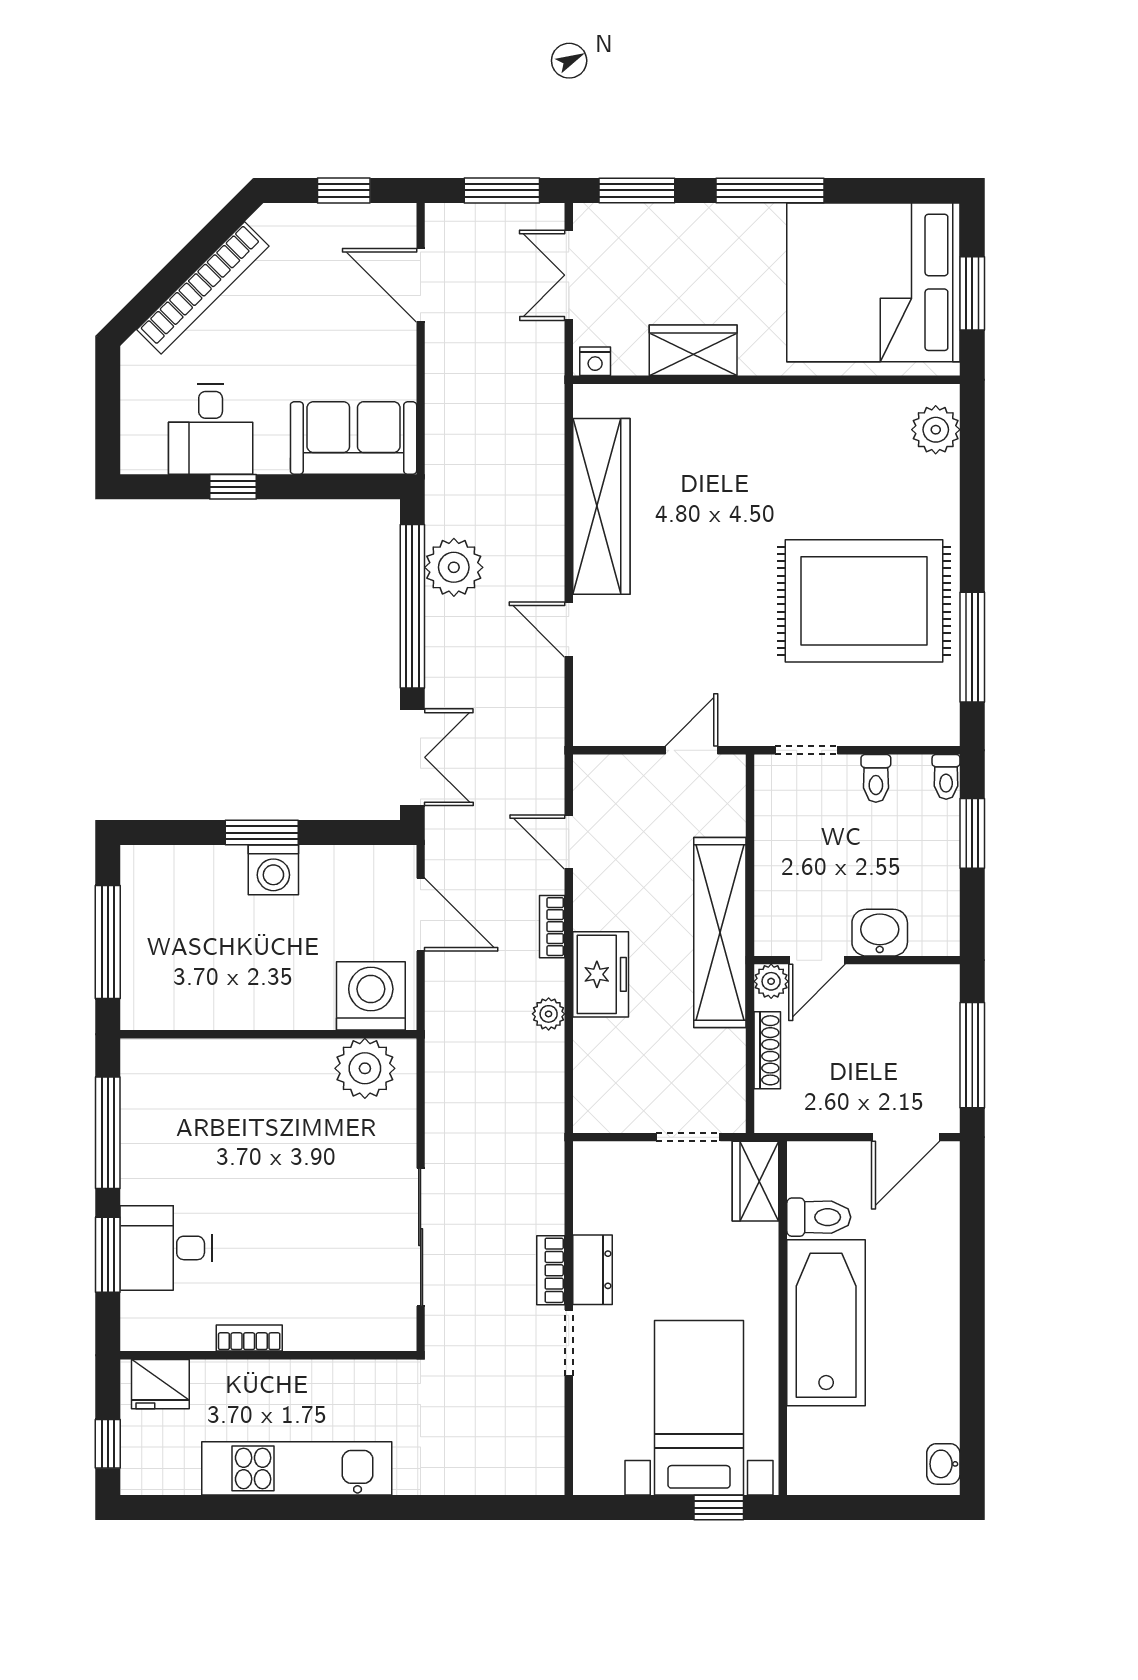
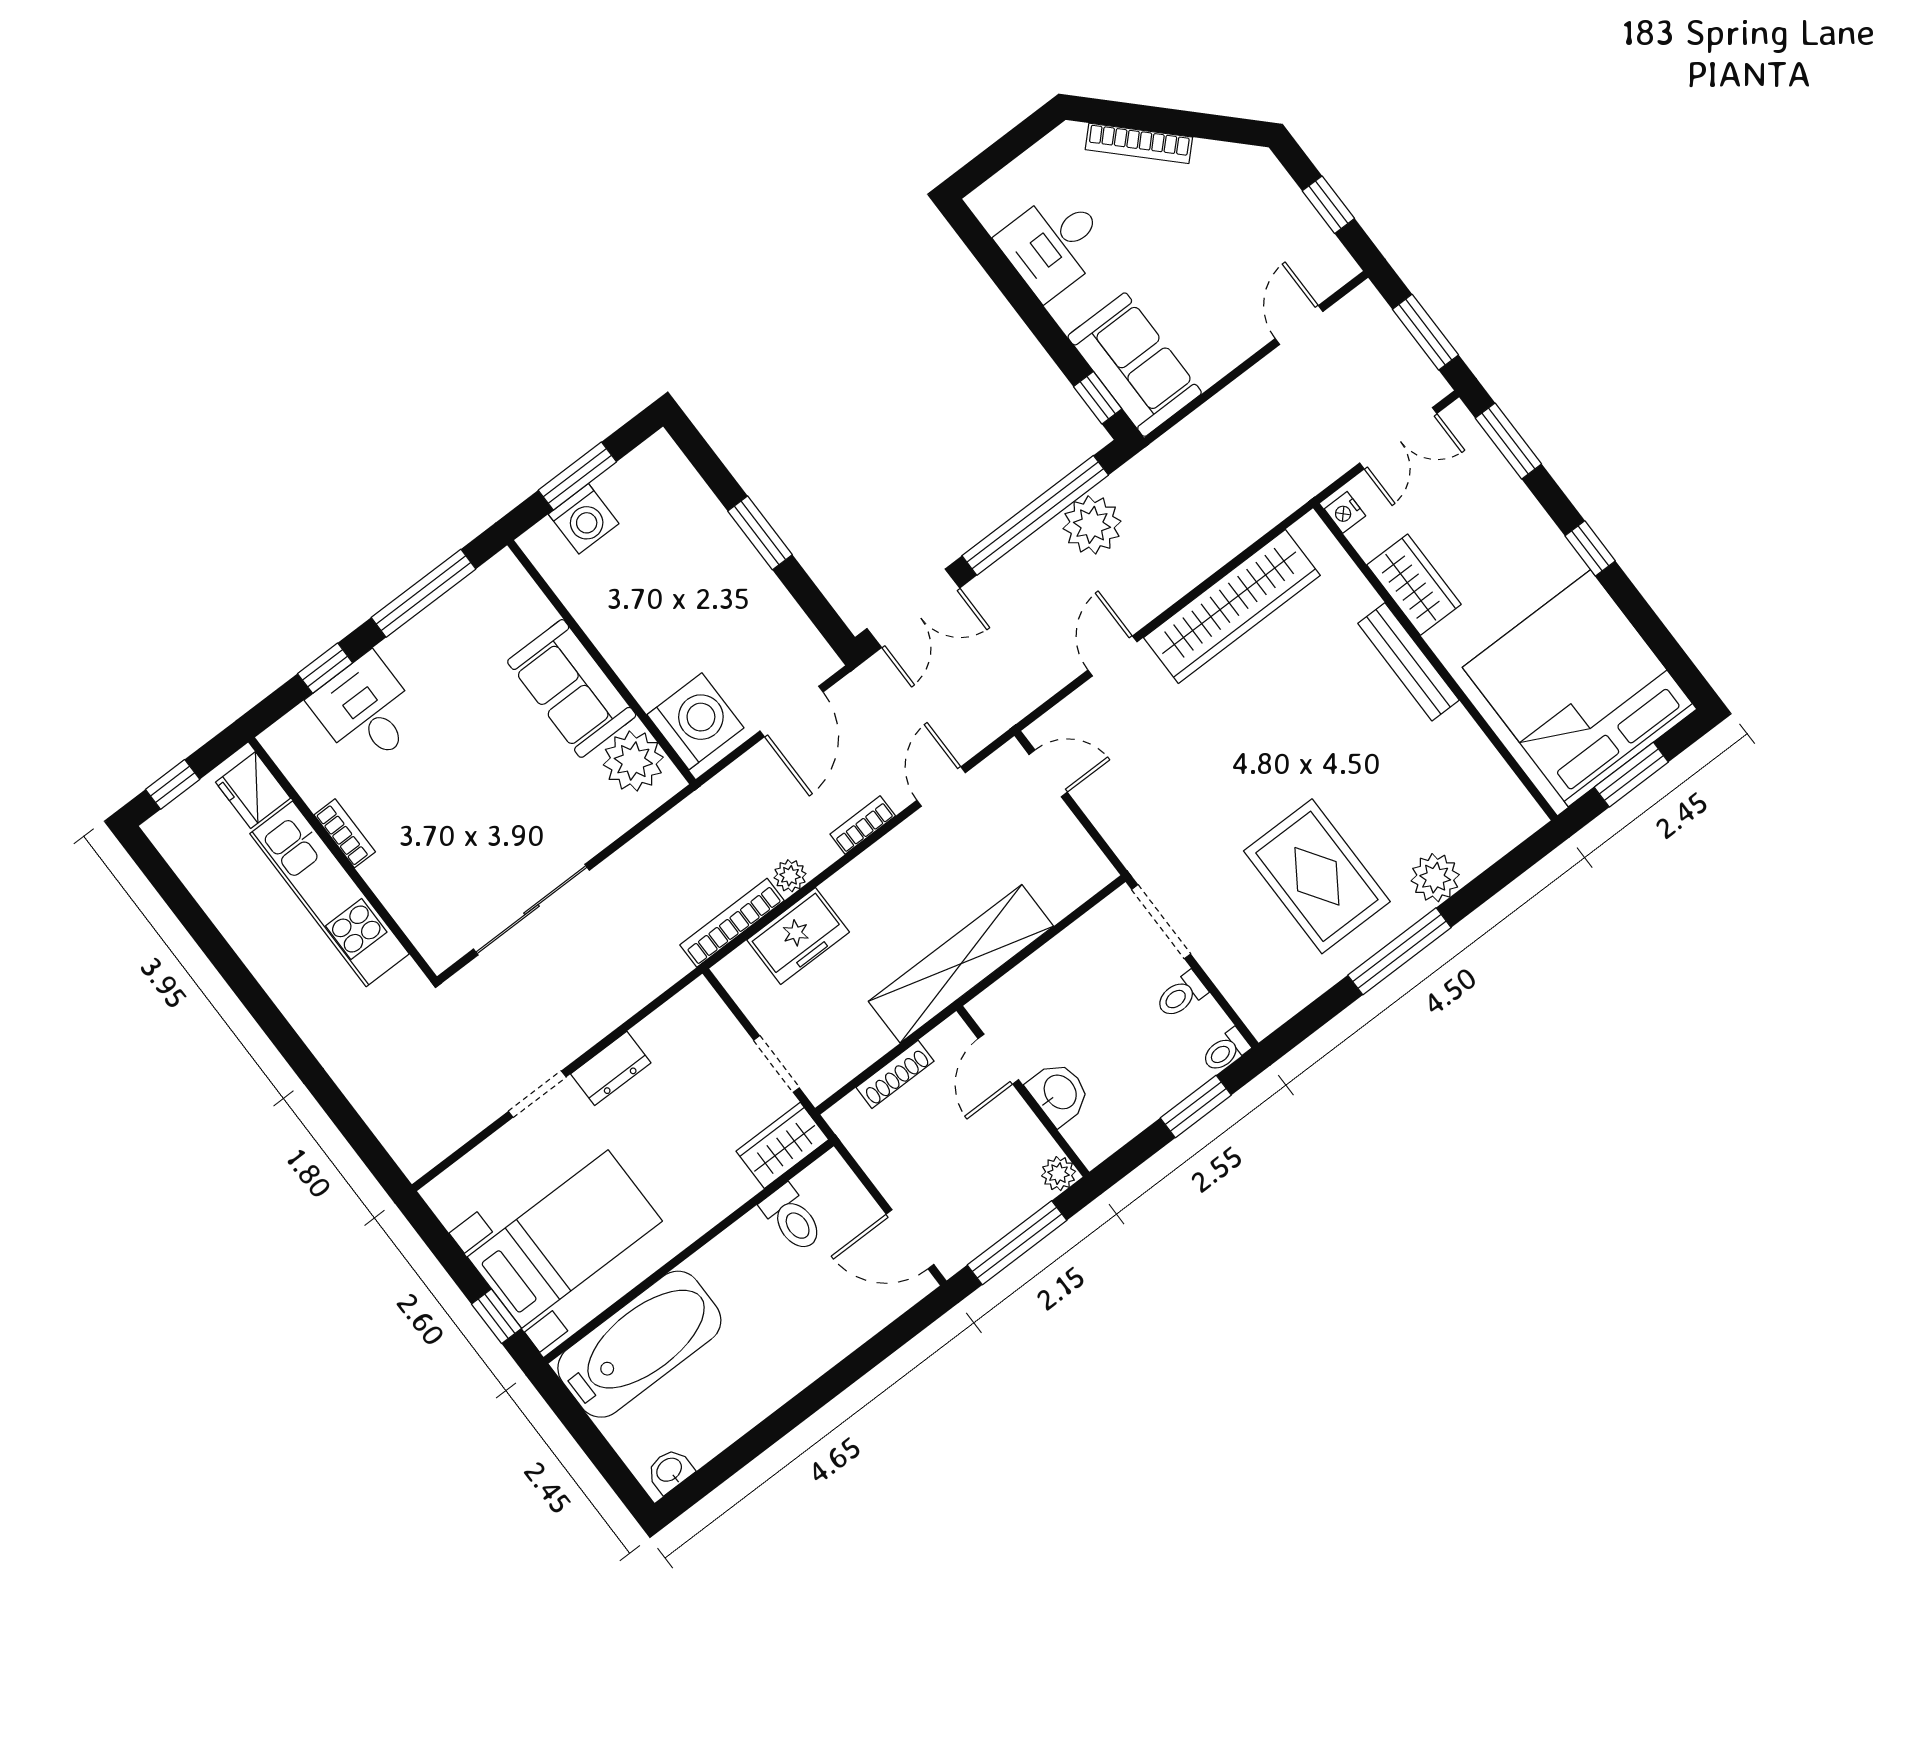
window: (770, 190) -> (1590, 548), width x0.46
double door: (569, 275) -> (1398, 438), swing flipped
door: (421, 285) -> (1299, 325), width x0.73
bookcase: (203, 288) -> (1139, 143), width x0.68, depth x0.76
bench: (750, 401) -> (1408, 662), added
plant: (936, 430) -> (1435, 878), moved
window: (233, 487) -> (1098, 398), moved
rug: (864, 601) -> (1317, 876), width x0.73, depth x0.69
window: (972, 647) -> (1399, 951), moved
door: (691, 750) -> (1048, 773), moved
doorway: (806, 750) -> (1161, 922), width x1.38
washing machine: (273, 870) -> (584, 519), moved, turned -90
window: (108, 942) -> (577, 476), width x0.69
door: (817, 960) -> (998, 1059), hinge flipped
freezer: (601, 974) -> (798, 936), moved
plant: (771, 981) -> (1059, 1174), moved
sofa: (271, 1073) -> (572, 688), added
window: (108, 1255) -> (325, 668), width x0.67
bookcase: (551, 1270) -> (732, 923), moved, width x1.56
bathtub: (826, 1323) -> (639, 1344), moved
kitchen unit: (297, 1468) -> (329, 894), moved, turned 180

